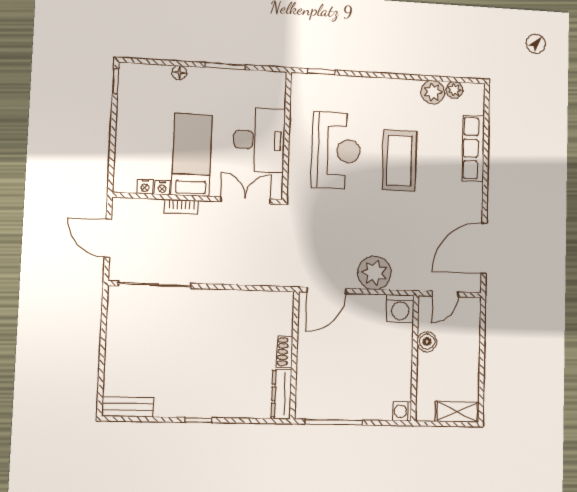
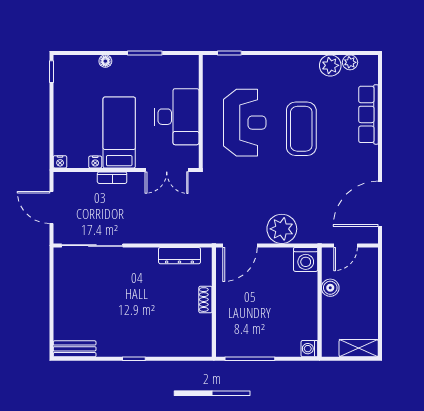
nightstand: (145, 187) -> (60, 162), moved
double door: (245, 200) -> (167, 170), swing flipped
dresser: (281, 394) -> (179, 256), moved, turned -90

